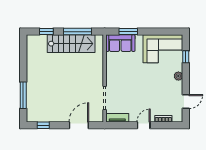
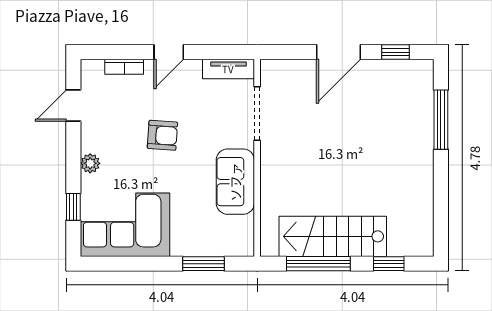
sofa: (120, 43) -> (235, 182), moved, turned -90
armchair: (146, 88) -> (162, 135), added
door: (79, 125) -> (339, 52), moved

